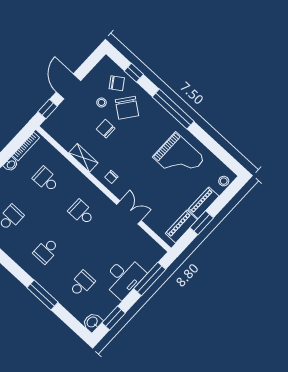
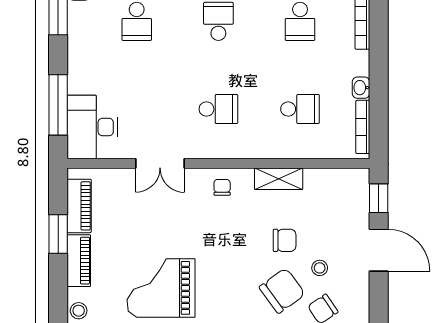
chair: (127, 108) -> (282, 291), turned 107
desk: (124, 277) -> (92, 127), moved

